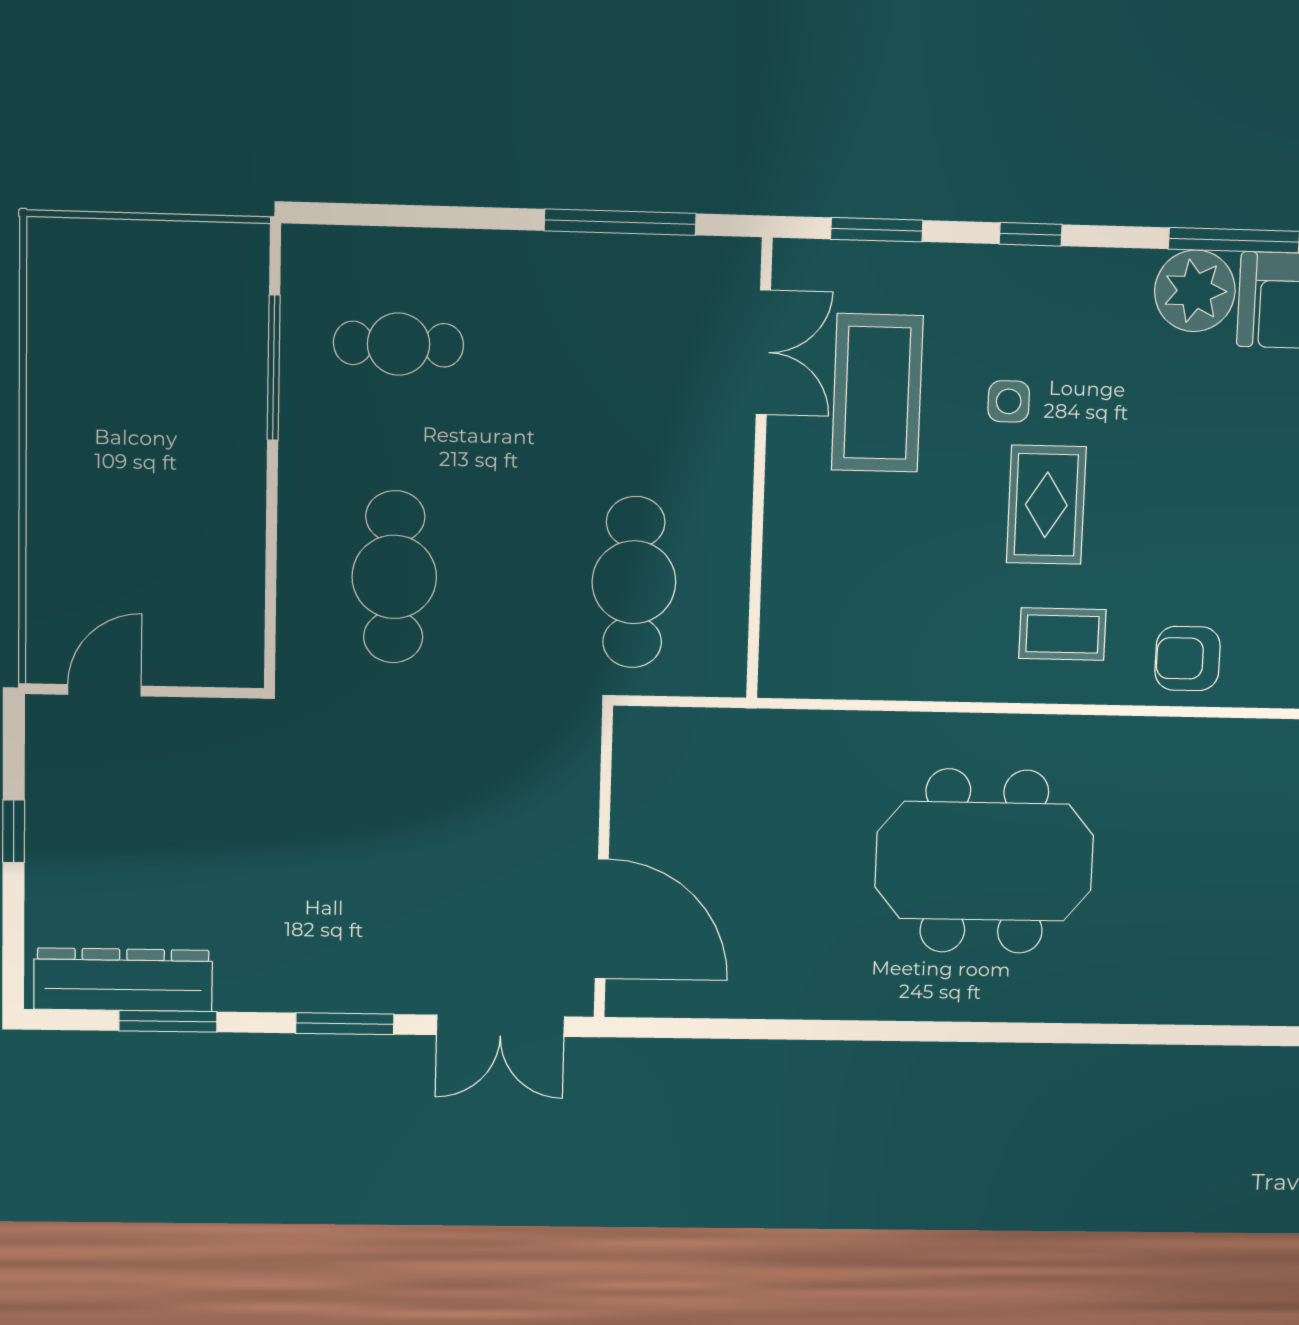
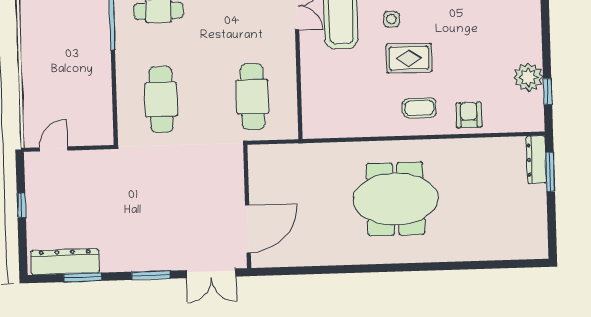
rug: (1046, 505) -> (409, 58), turned 90
armchair: (1187, 658) -> (469, 115), turned 90
door: (602, 919) -> (248, 229), hinge flipped

